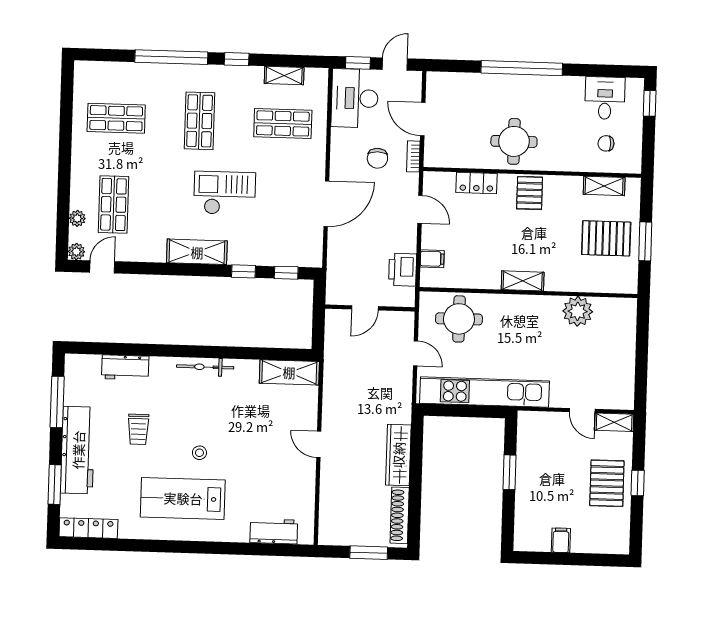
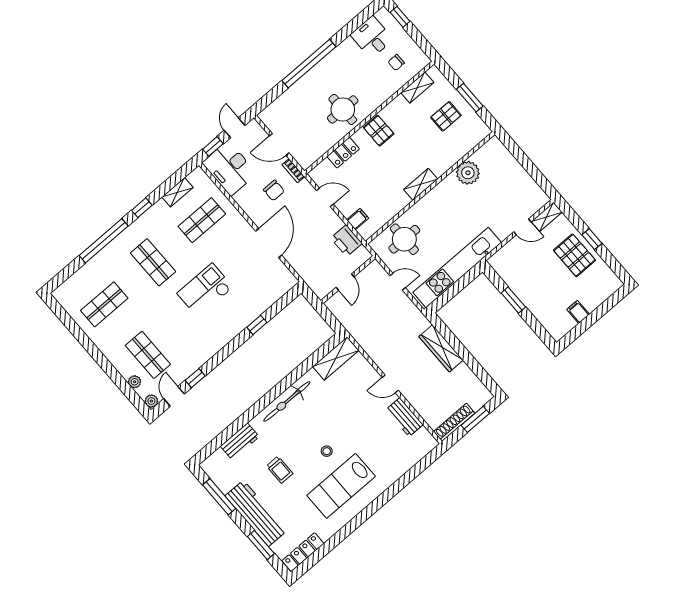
pallet: (606, 238) -> (446, 116), width x0.67, depth x0.71
shelving: (197, 252) -> (220, 338), removed
window: (286, 273) -> (195, 378), moved
bicycle: (205, 367) -> (287, 401), width x1.37, depth x1.40
shoe rack: (400, 515) -> (454, 422), moved, turned 90
workbench: (274, 531) -> (404, 417), moved, turned -90

